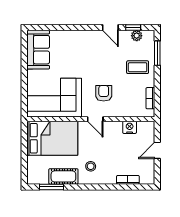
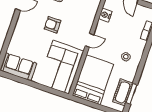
armchair: (104, 93) -> (53, 25), moved
cot: (63, 176) -> (123, 92), moved

